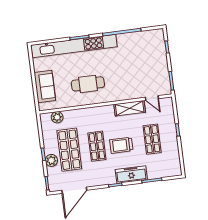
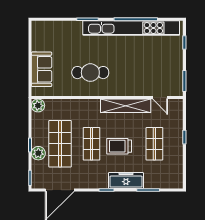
kitchen unit: (74, 46) -> (131, 28), moved
shelving: (130, 108) -> (126, 106), width x1.47
plant: (57, 117) -> (38, 106), moved

